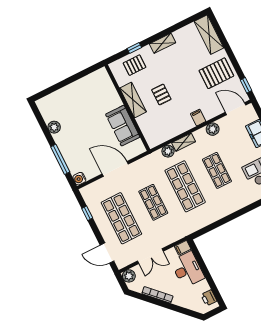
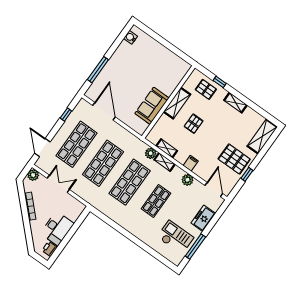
window: (246, 85) -> (247, 174), moved
plant: (54, 127) -> (121, 51), removed
shelving: (172, 133) -> (167, 148), added
door: (115, 169) -> (104, 111), moved
water cooler: (79, 179) -> (131, 37), moved
shop shelf: (153, 202) -> (103, 163), width x1.43, depth x1.36
filing cabinet: (183, 248) -> (79, 206), removed
double door: (150, 256) -> (58, 184), swing flipped
desk: (188, 269) -> (57, 228), moved

